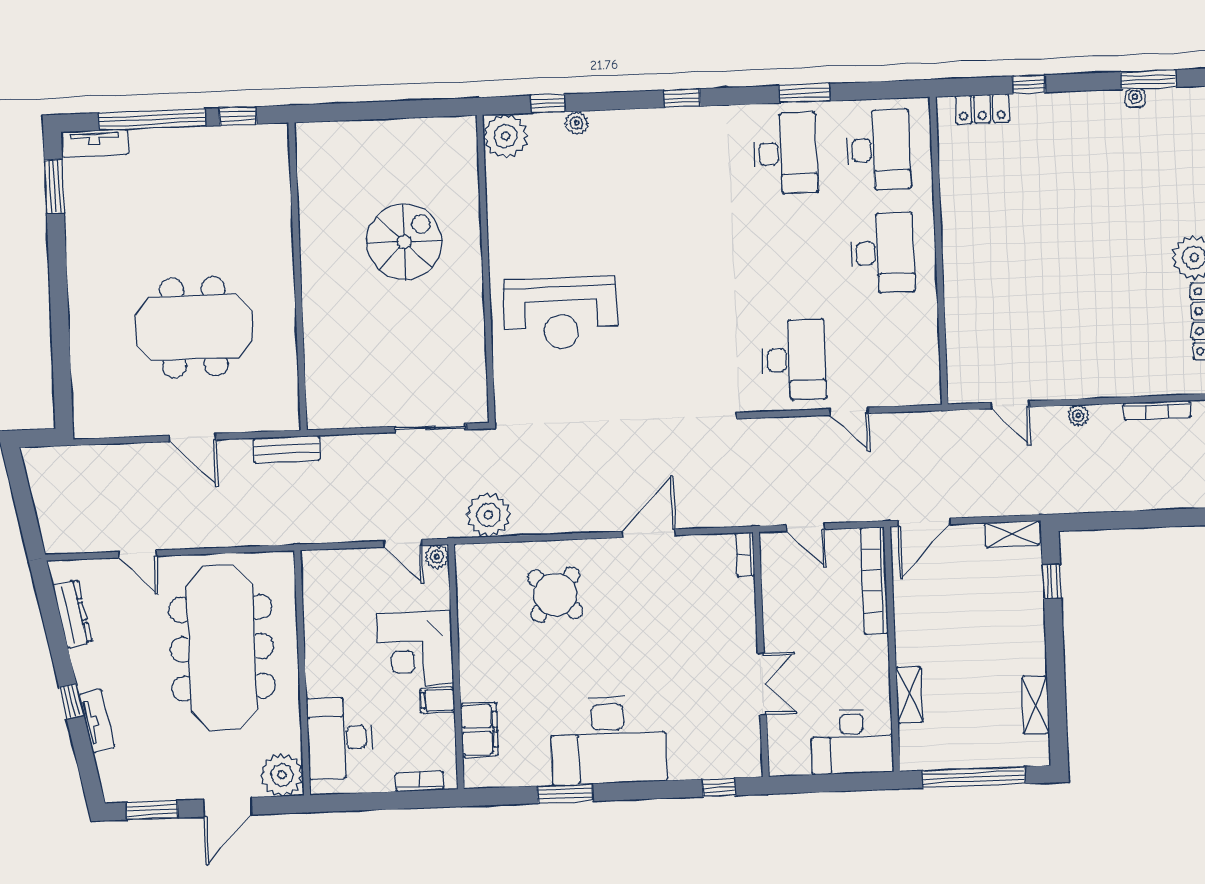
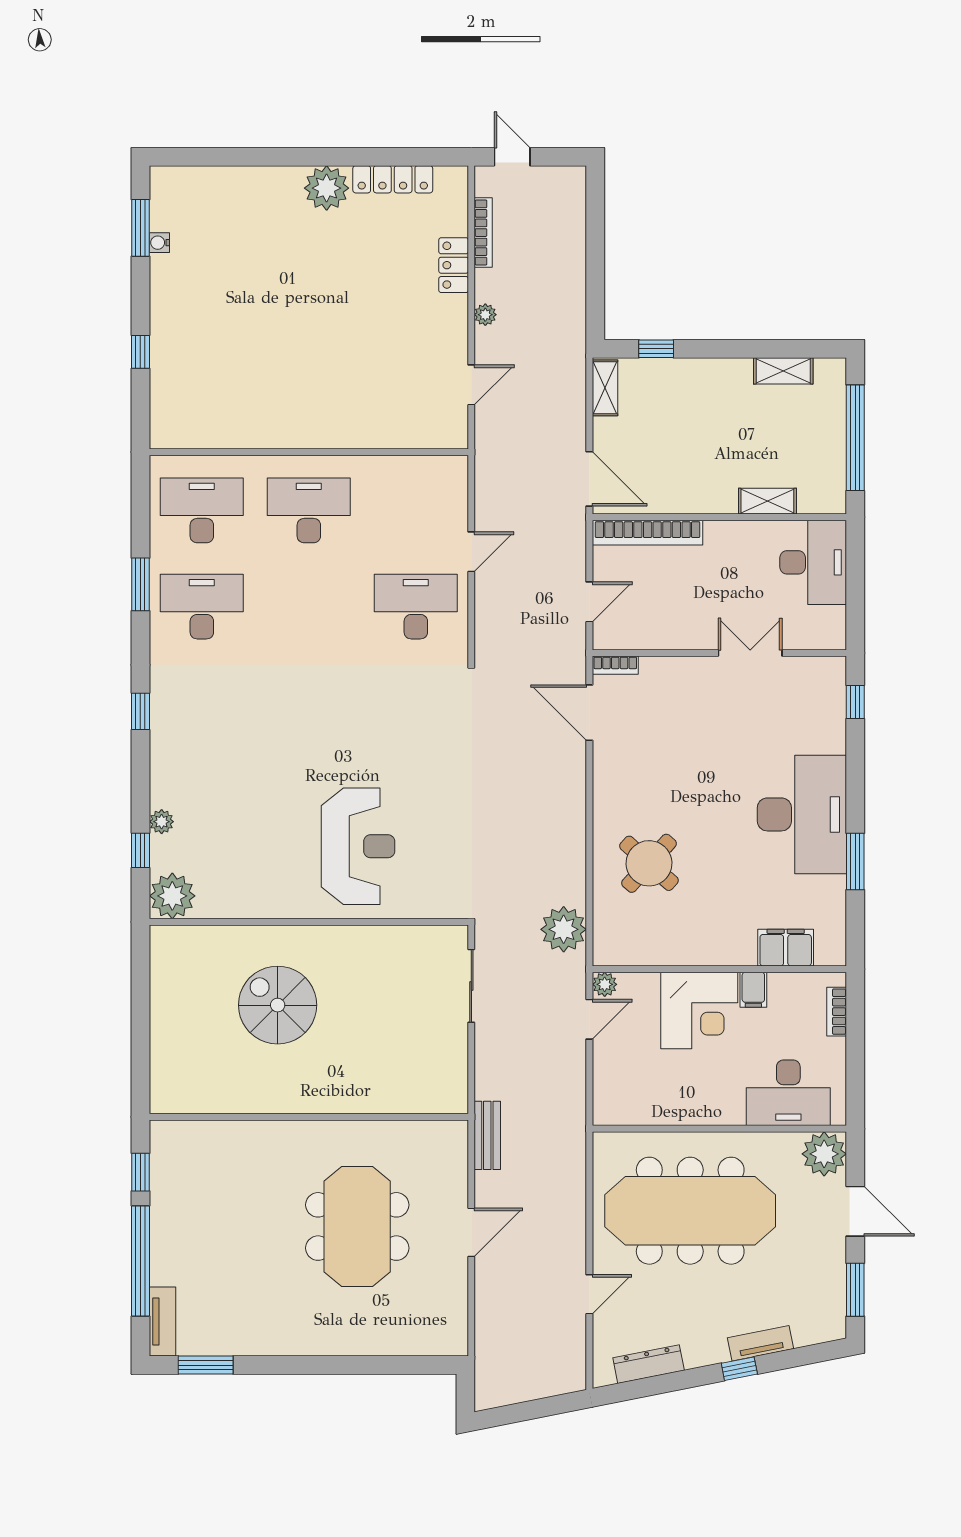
locker: (982, 109) -> (454, 265), moved, turned 180
door: (649, 533) -> (589, 713), moved

